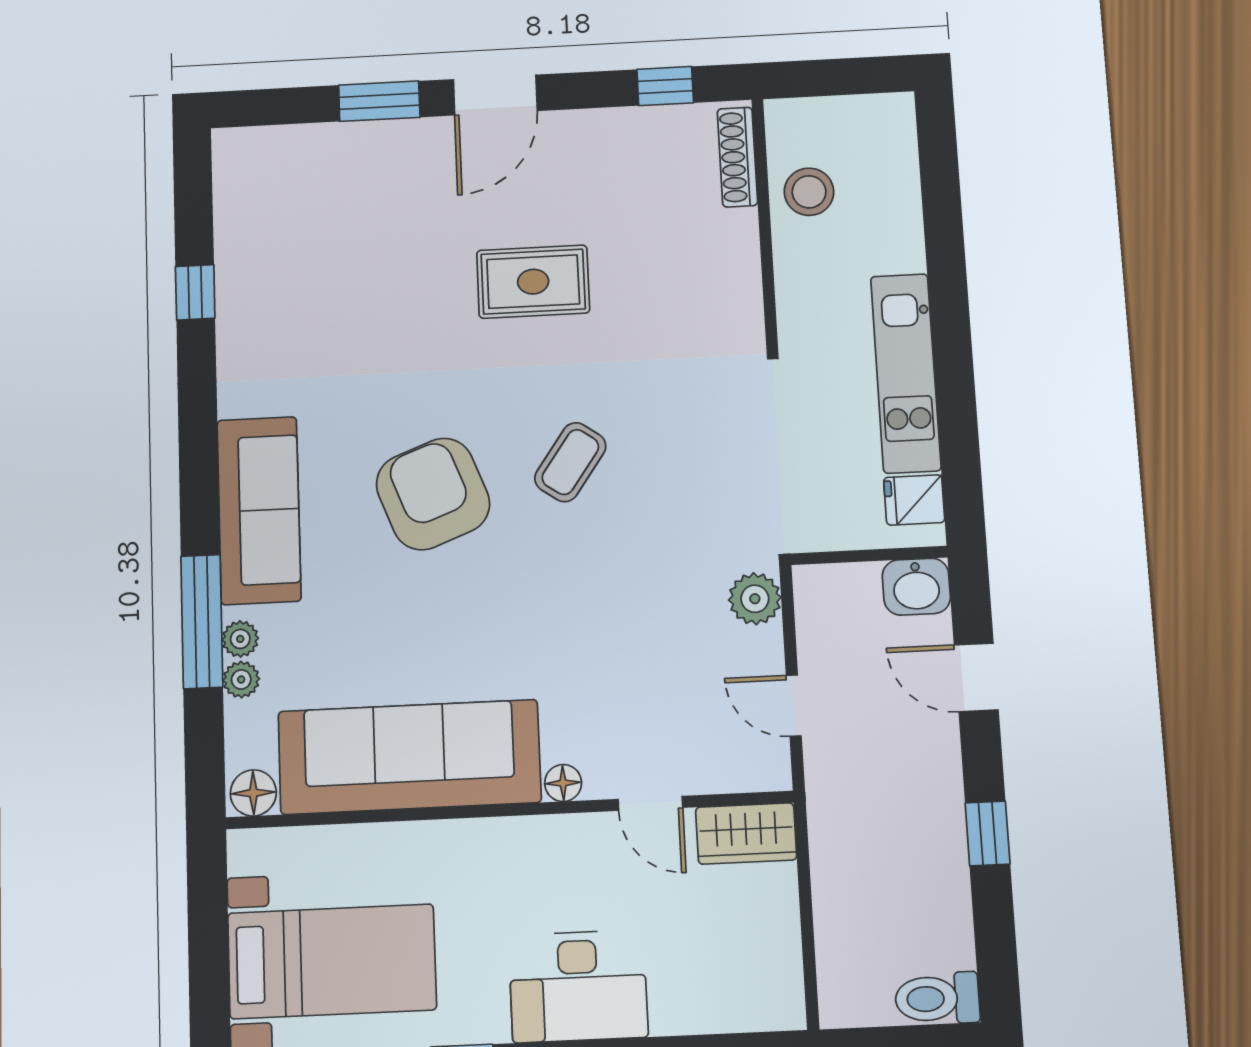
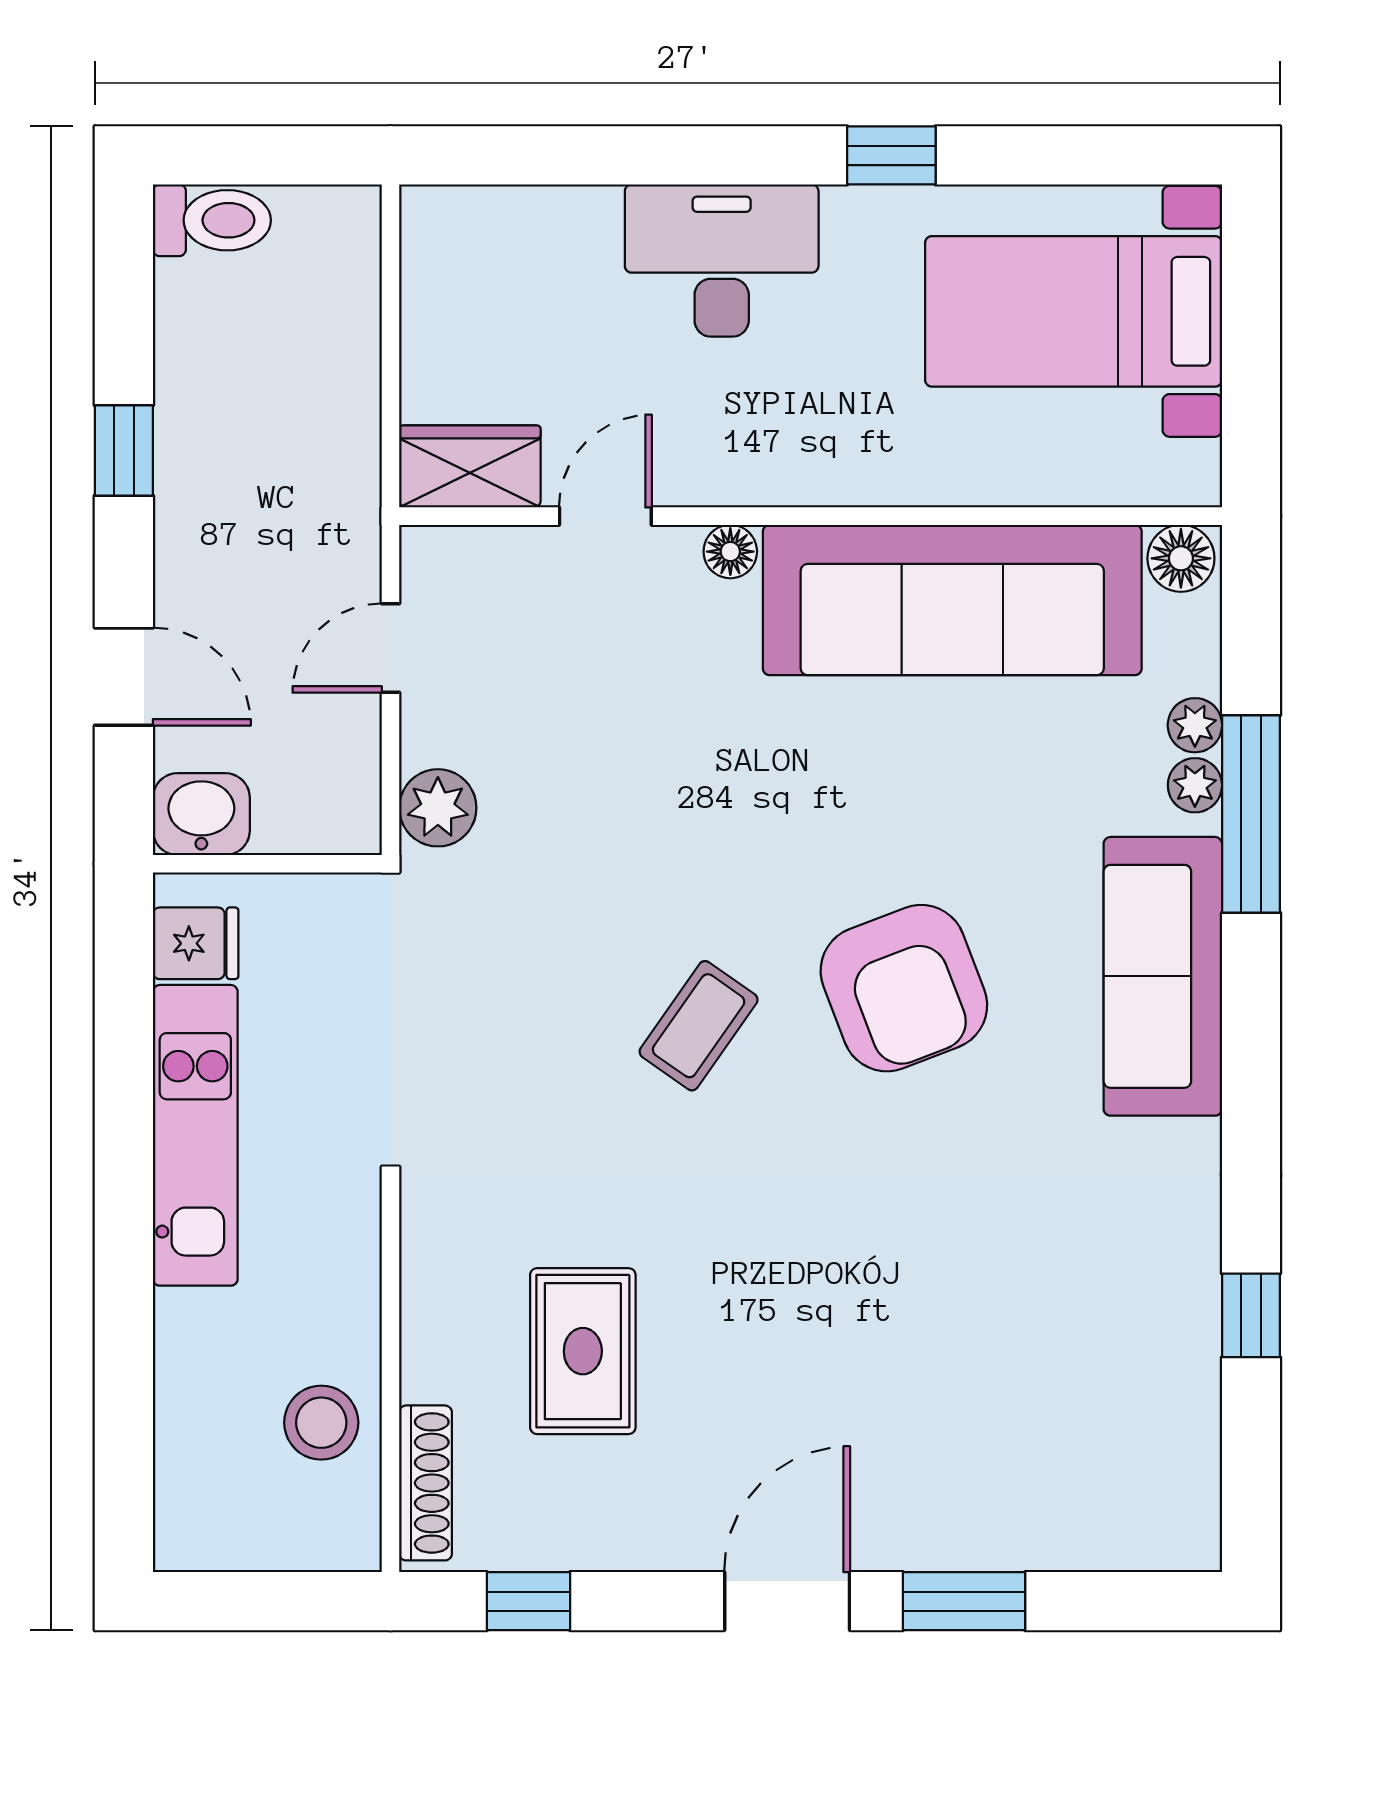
rug: (533, 282) -> (583, 1351), moved, turned 90
door: (794, 706) -> (390, 648), swing flipped
door: (650, 803) -> (605, 516), hinge flipped

